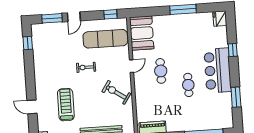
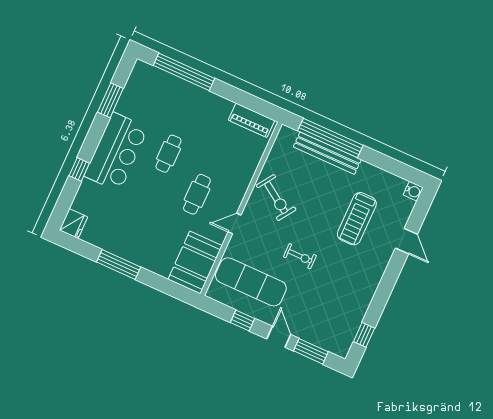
window: (110, 14) -> (243, 320), moved
door: (74, 17) -> (279, 337), hinge flipped

